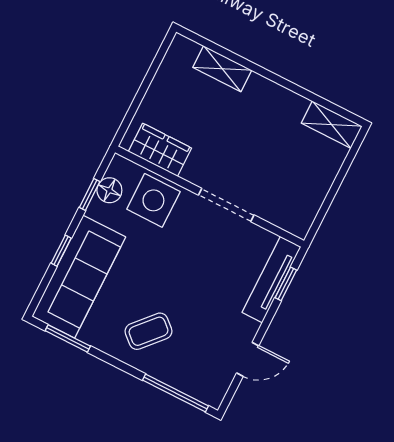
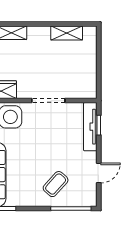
shelving: (332, 125) -> (67, 33), moved
coffee table: (148, 331) -> (56, 184), moved

